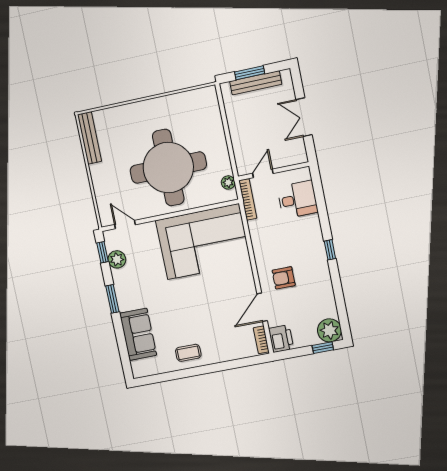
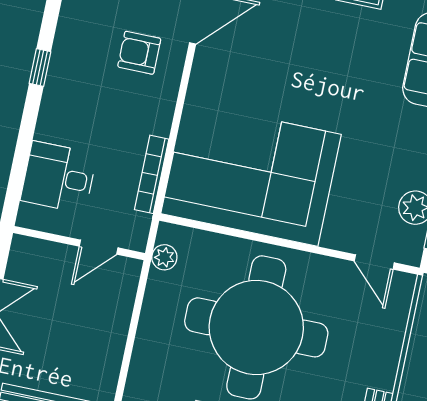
bookcase: (248, 199) -> (152, 174), moved
armchair: (284, 278) -> (139, 53), turned 180

